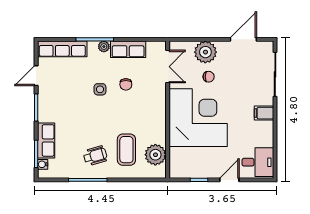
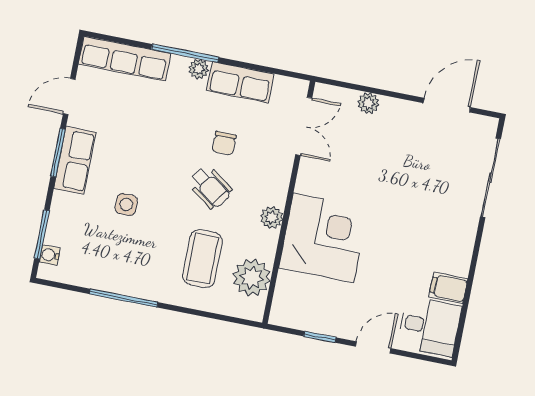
plant: (205, 52) -> (368, 103), width x0.53, depth x0.53
chair: (209, 77) -> (373, 159), removed
side table: (100, 89) -> (126, 204), moved
filing cabinet: (264, 113) -> (448, 288), moved
corner desk: (198, 118) -> (324, 238), width x0.74, depth x0.74
plant: (160, 120) -> (272, 217), added
row of seats: (46, 140) -> (75, 160), moved
wheelchair: (95, 156) -> (210, 187), moved, turned 52

